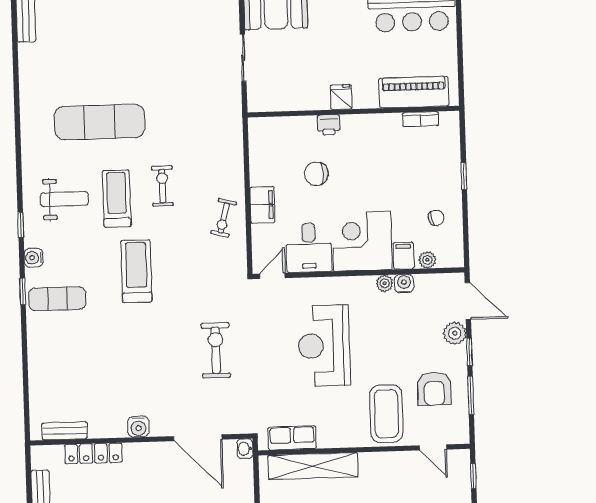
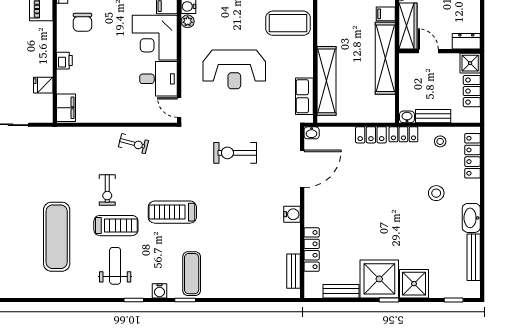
fridge: (341, 97) -> (43, 85), moved
chair: (316, 174) -> (82, 22), moved
exercise bike: (162, 186) -> (107, 190), turned -90
treadmill: (117, 199) -> (116, 226), turned 180
filing cabinet: (262, 205) -> (66, 108), moved, turned 90

